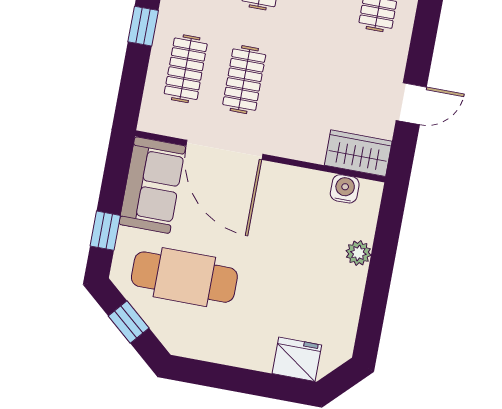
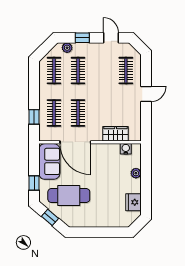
window: (143, 26) -> (34, 117), moved
door: (411, 104) -> (146, 94), moved
wardrobe: (358, 153) -> (116, 134), moved
fridge: (297, 359) -> (134, 202), moved, turned -90

